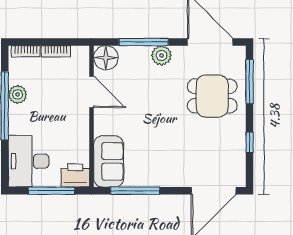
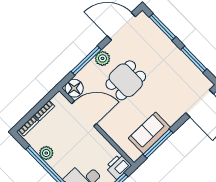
door: (92, 92) -> (84, 114), width x1.36
dining table: (212, 96) -> (126, 80), moved
window: (250, 142) -> (194, 59), width x2.17
sofa: (109, 161) -> (150, 133), moved, turned -90

